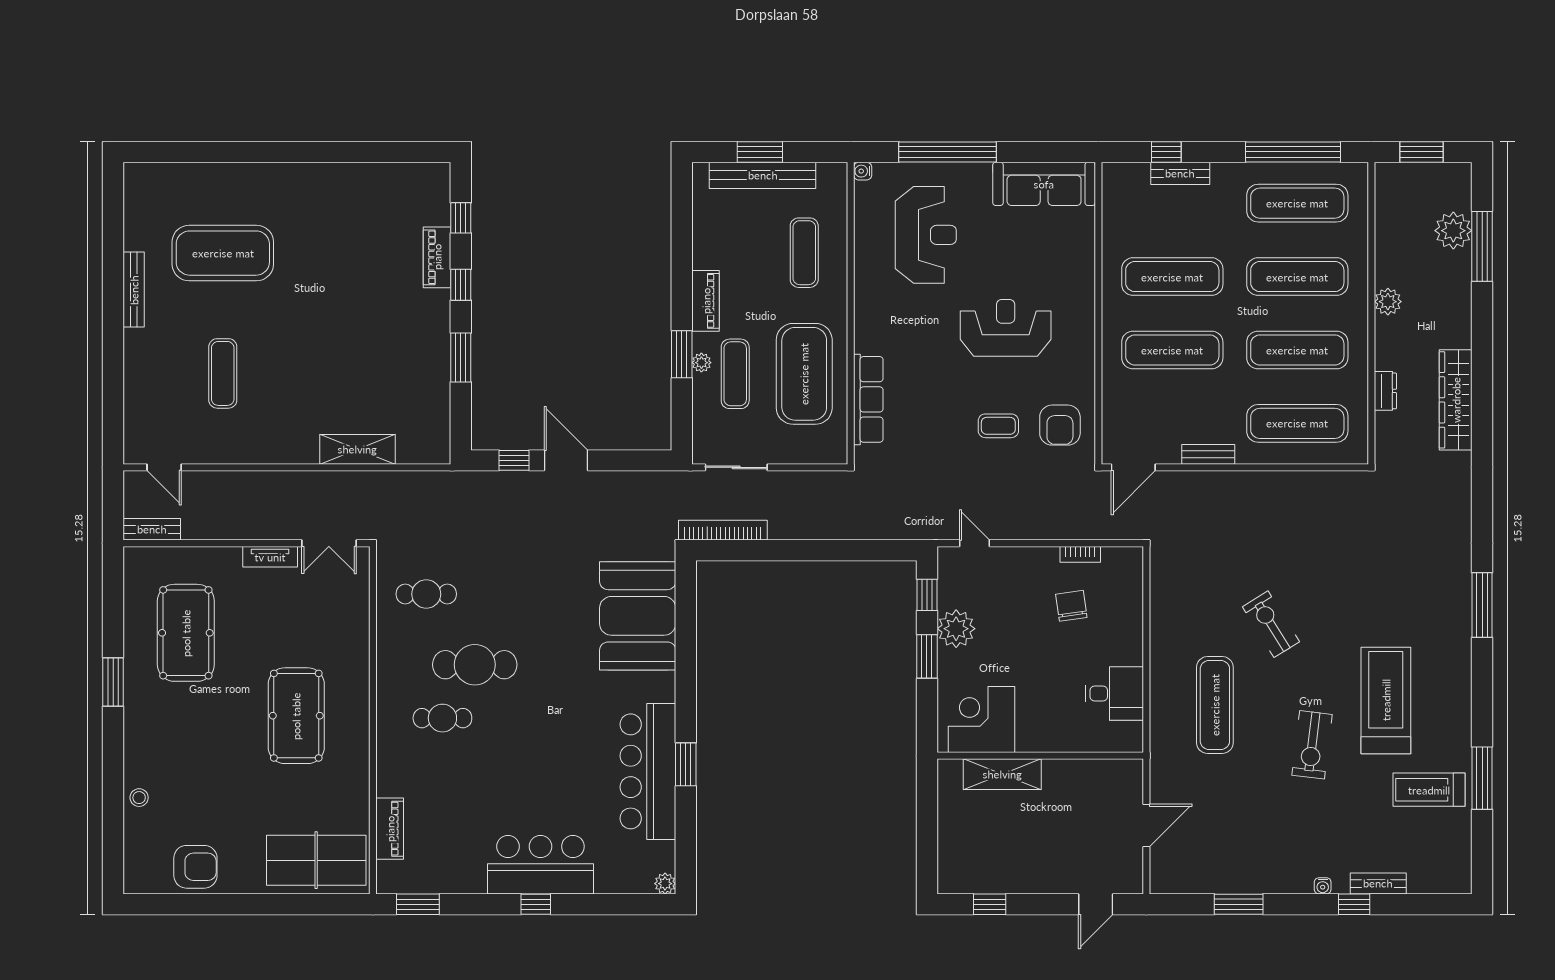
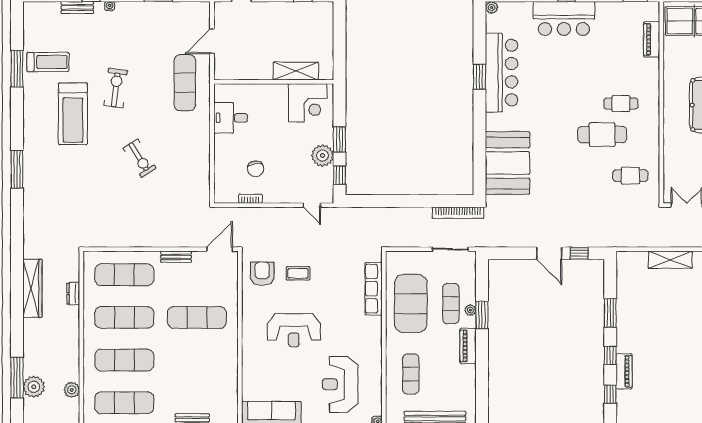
exercise mat: (1172, 277) -> (197, 360), removed
plant: (1388, 302) -> (72, 390), moved
exercise mat: (1215, 705) -> (185, 83), moved

